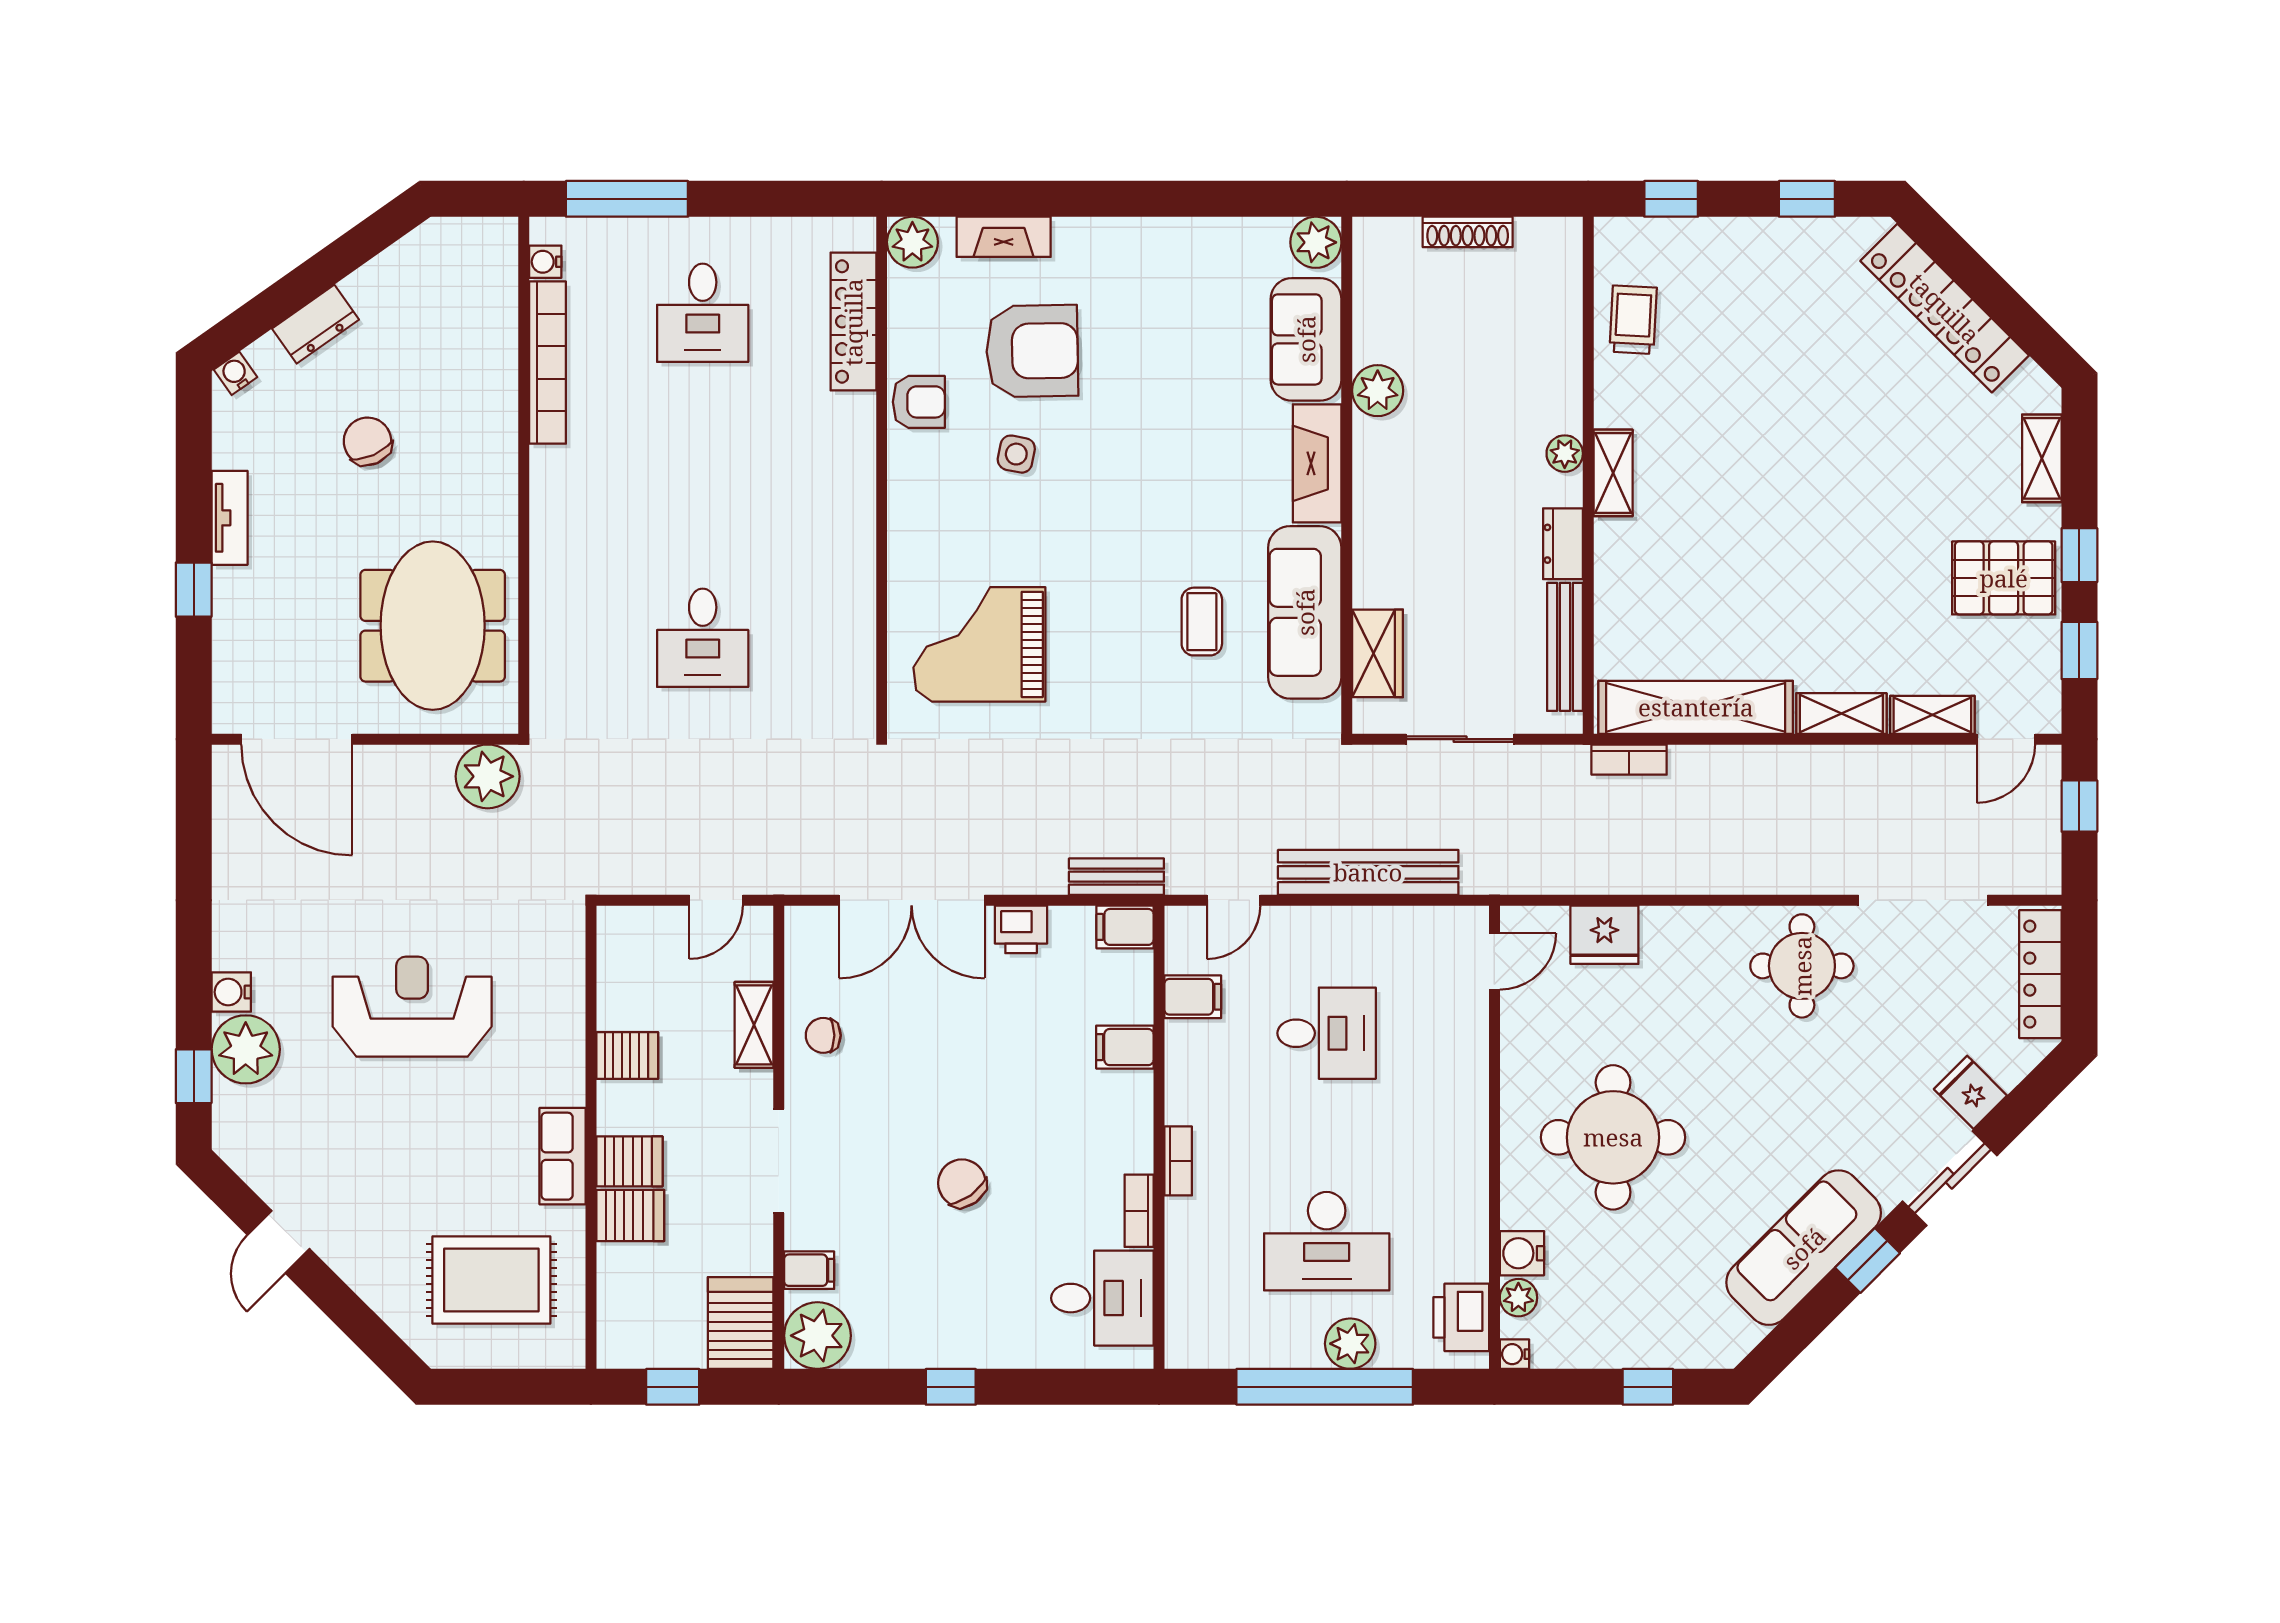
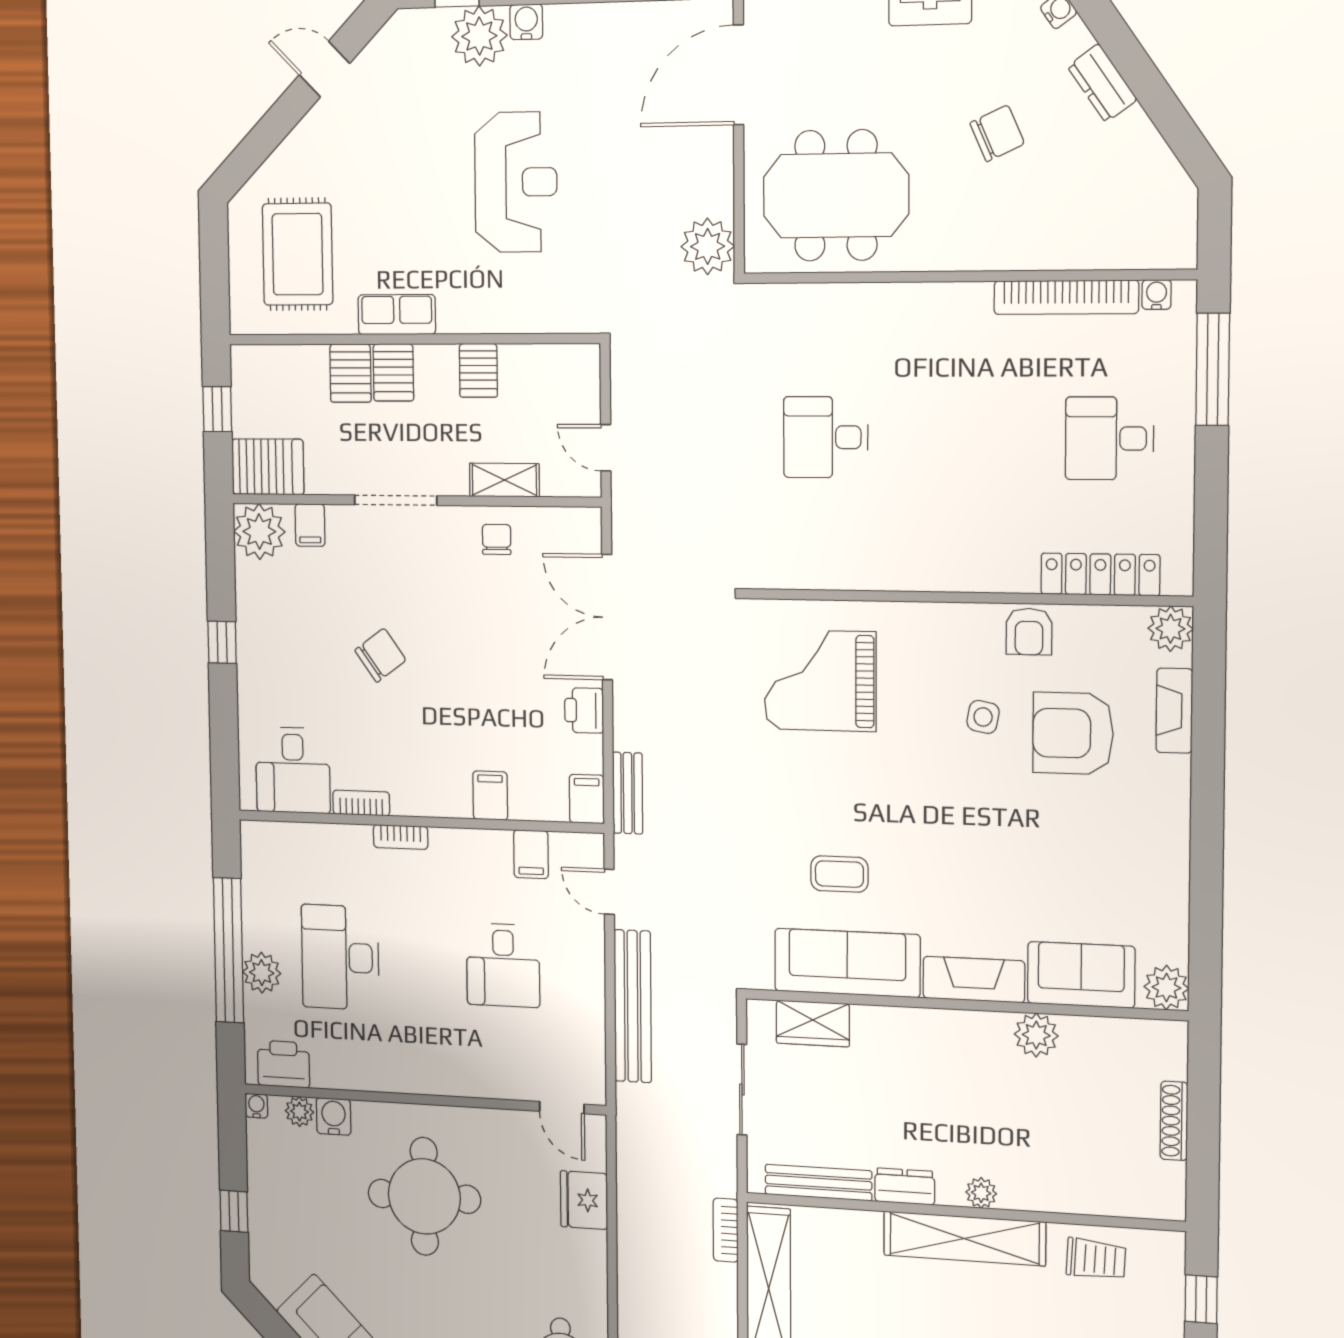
armchair: (1032, 351) -> (1073, 733), turned 91
shelving: (1613, 473) -> (964, 1239), width x2.20, depth x1.33
grand piano: (979, 644) -> (820, 681), turned -90

